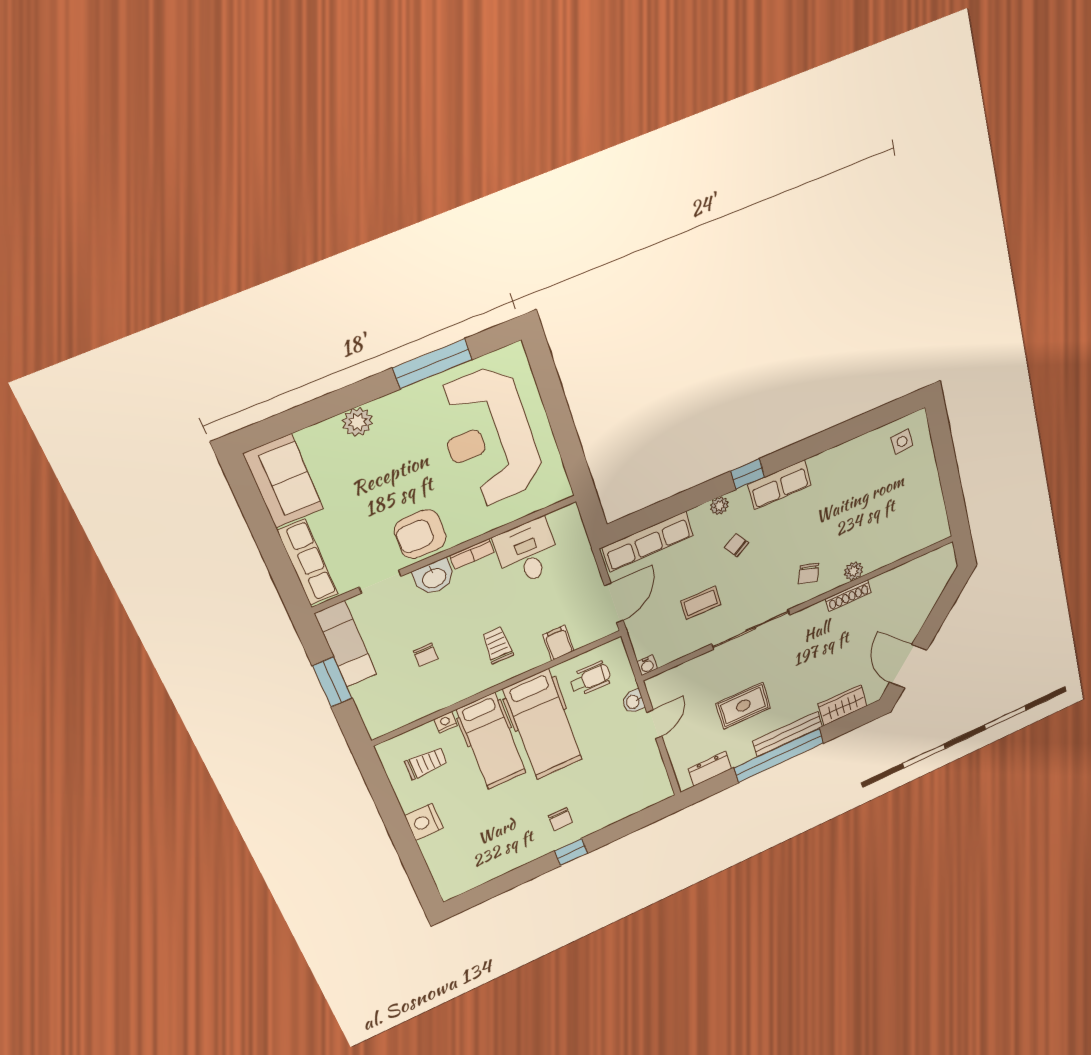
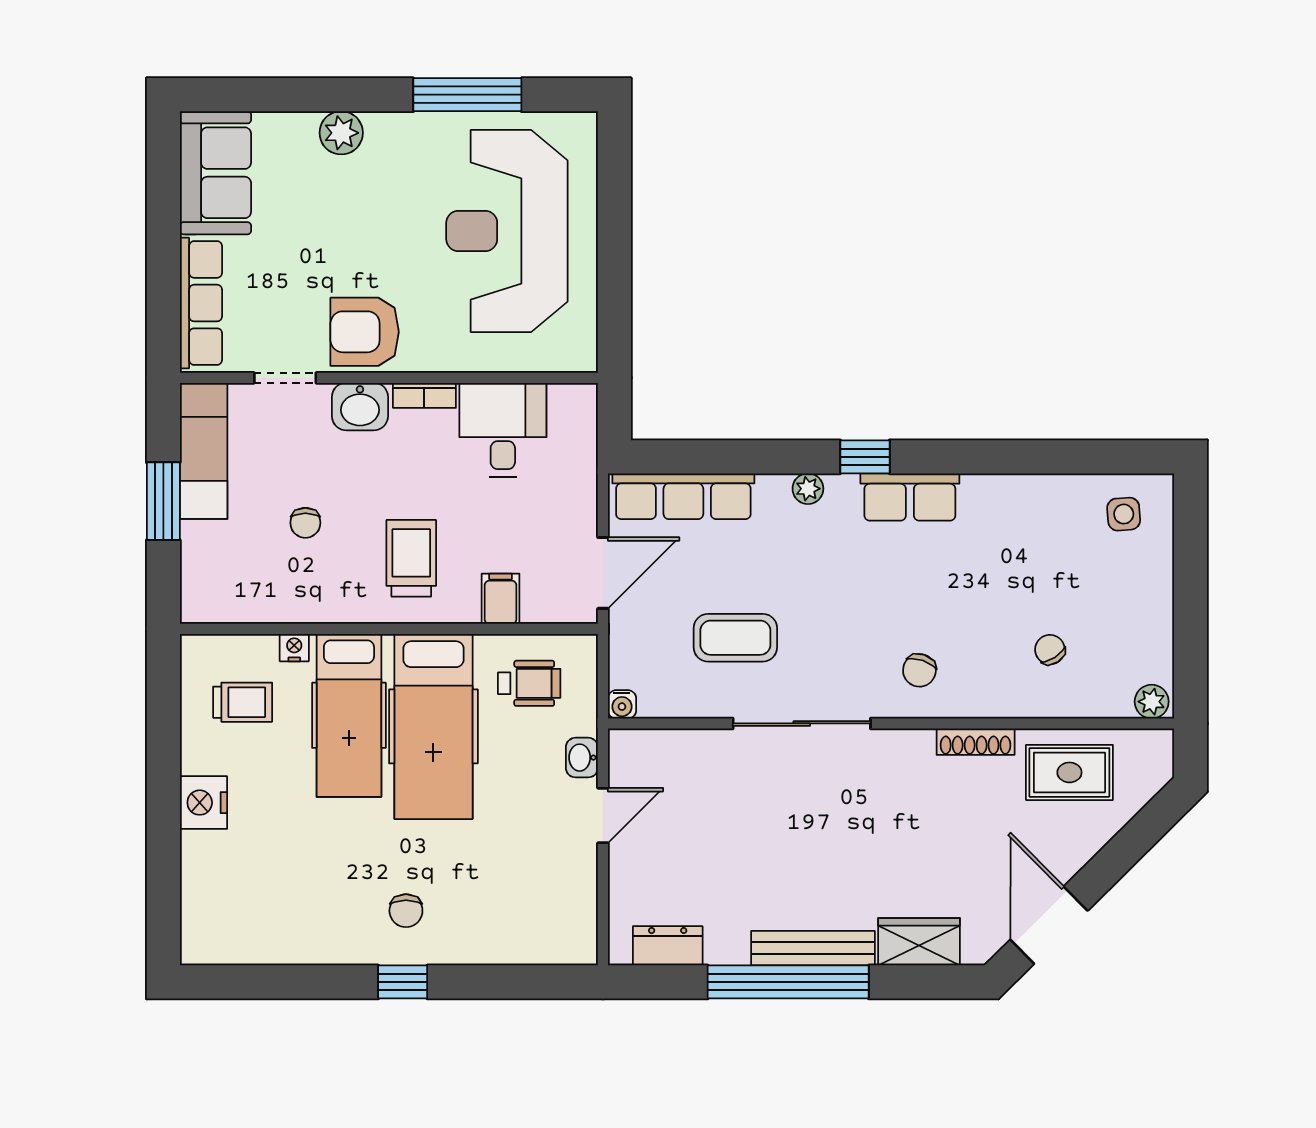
chair: (737, 545) -> (1050, 650), moved
plant: (853, 571) -> (1152, 702), moved
coffee table: (701, 603) -> (735, 638), width x1.36, depth x1.30
trolley: (497, 645) -> (411, 558), width x1.36, depth x1.39
rug: (743, 706) -> (1069, 772), moved

